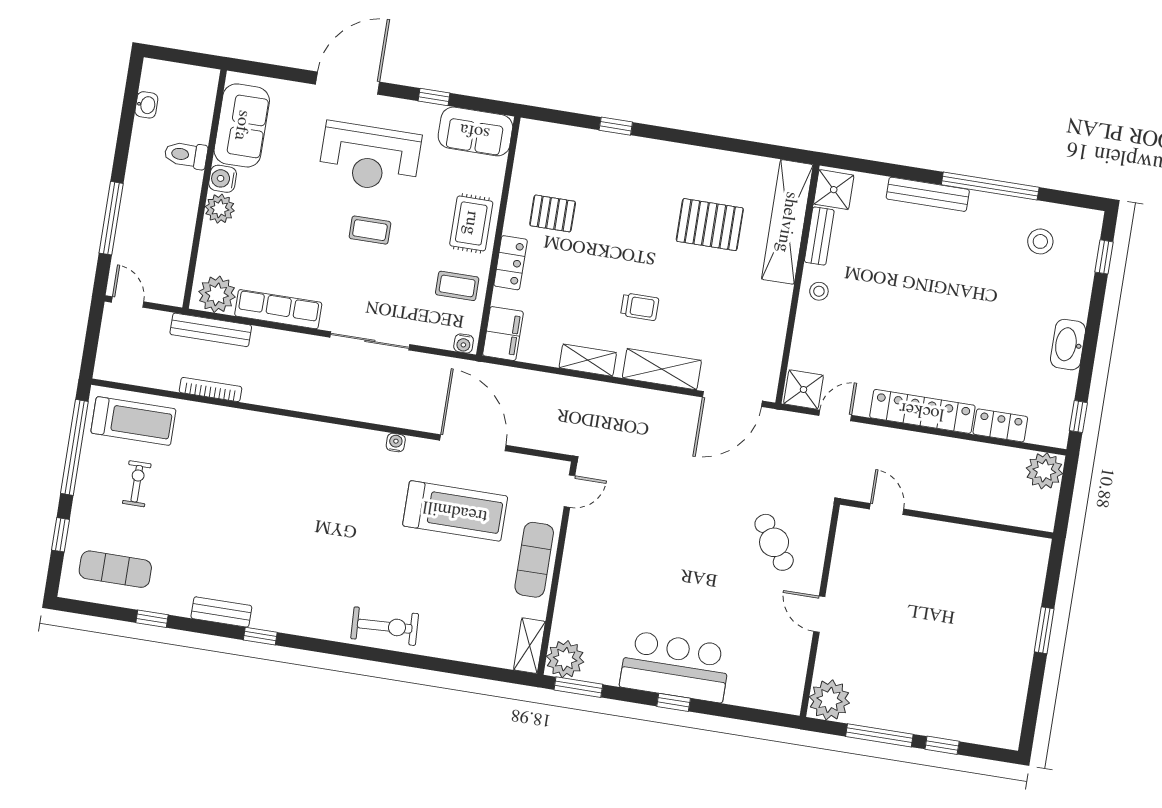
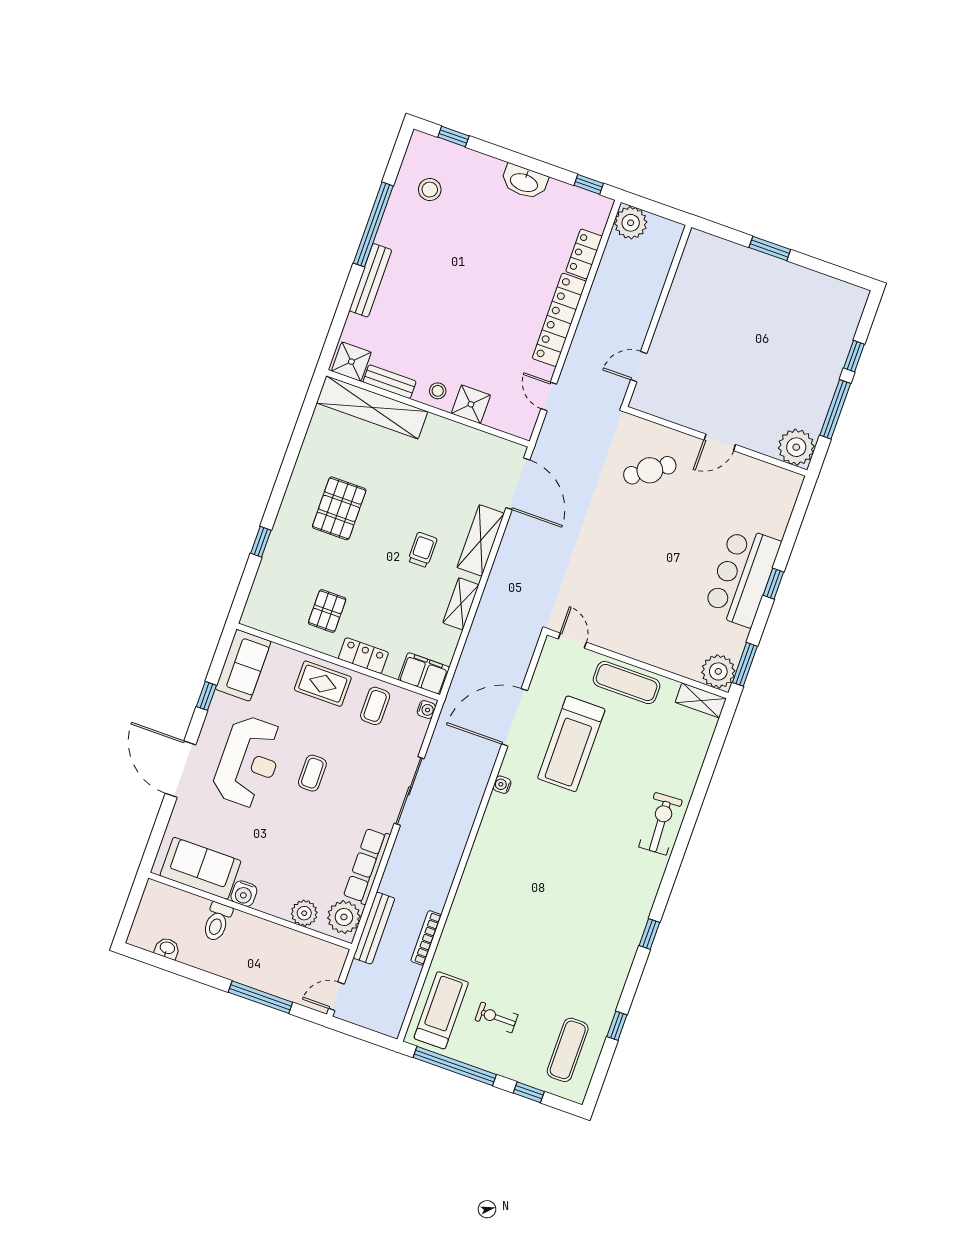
plant: (220, 209) -> (304, 913), moved
pallet: (710, 225) -> (339, 508), moved
shower: (804, 389) -> (471, 404), moved
treadmill: (455, 511) -> (571, 744), turned 180
bench: (221, 612) -> (622, 964), removed

